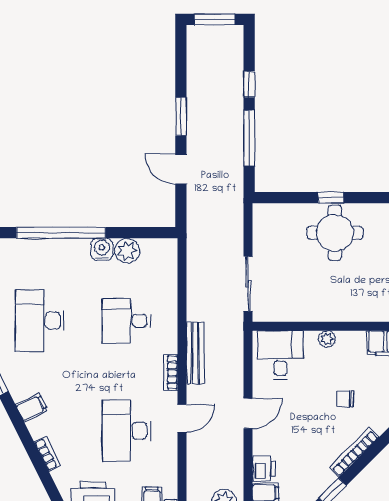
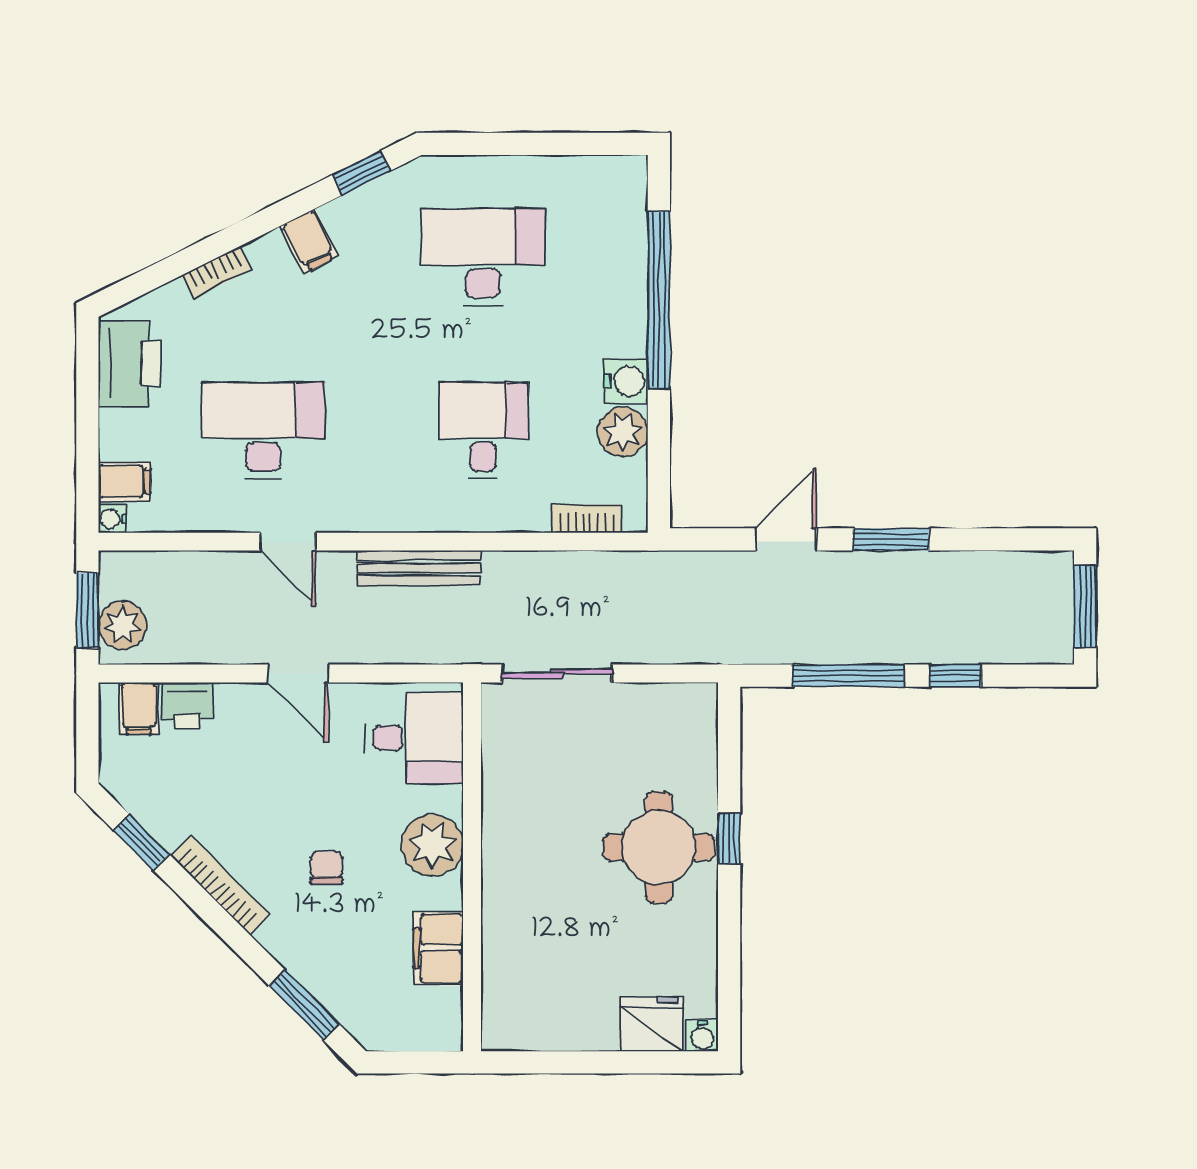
plant: (327, 339) -> (432, 845), width x1.88, depth x1.88
bookcase: (171, 373) -> (587, 519), moved

